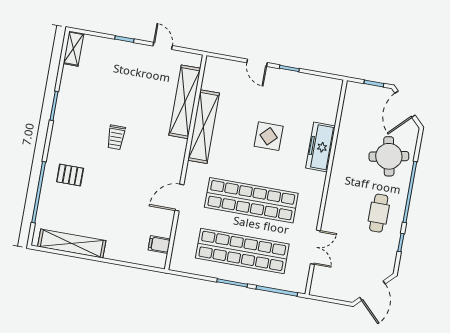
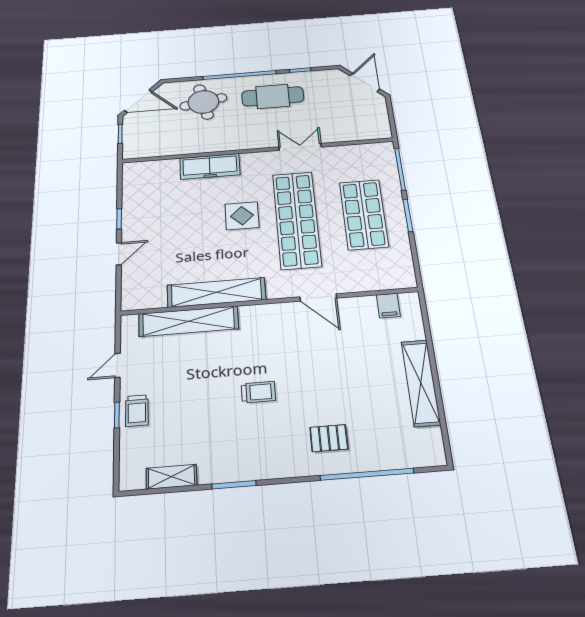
shelving: (74, 49) -> (171, 477), moved
trolley: (124, 53) -> (137, 411), added
display table: (269, 136) -> (242, 216), moved
pallet: (70, 175) -> (329, 438), turned 90
cafe table: (379, 213) -> (273, 96), width x1.37, depth x1.35
shelving: (72, 244) -> (421, 383), moved
double door: (315, 247) -> (300, 147), moved
shop shelf: (242, 251) -> (364, 214), width x0.71
door: (372, 291) -> (365, 82), hinge flipped

